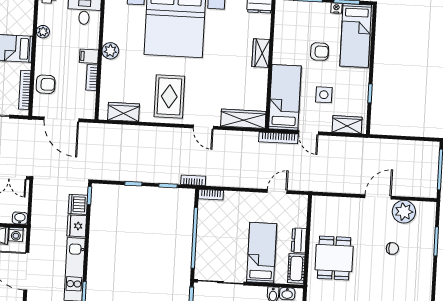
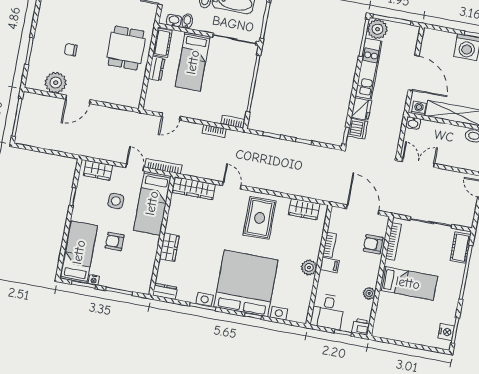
bookcase: (193, 180) -> (214, 131), moved

